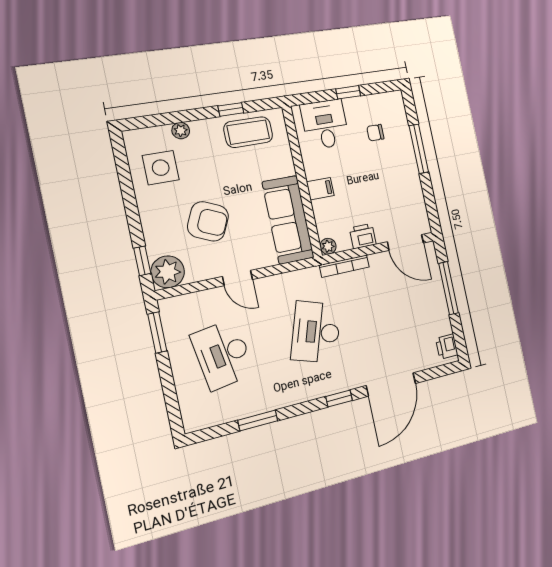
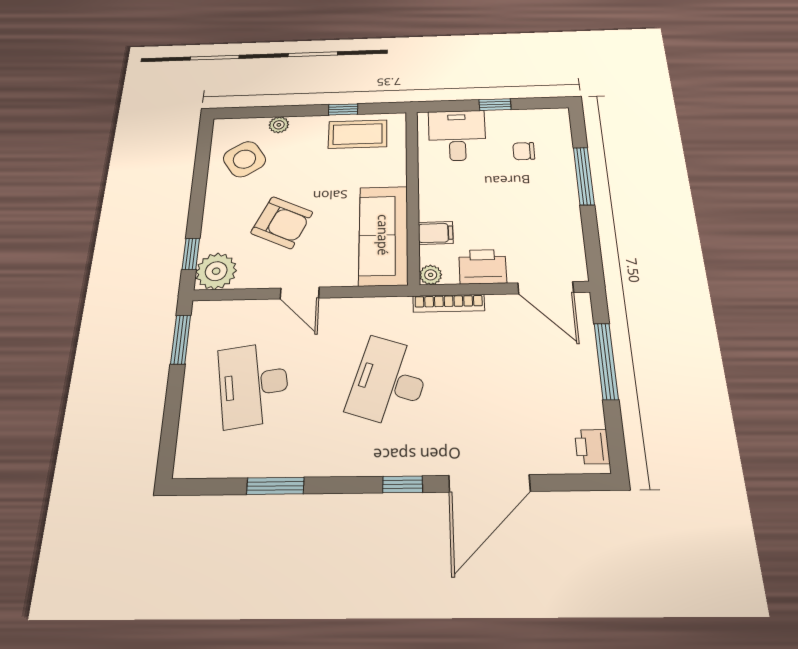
side table: (161, 168) -> (244, 159), turned -33
filing cabinet: (320, 189) -> (436, 233), moved
printer: (363, 236) -> (483, 267), width x1.36, depth x1.24

